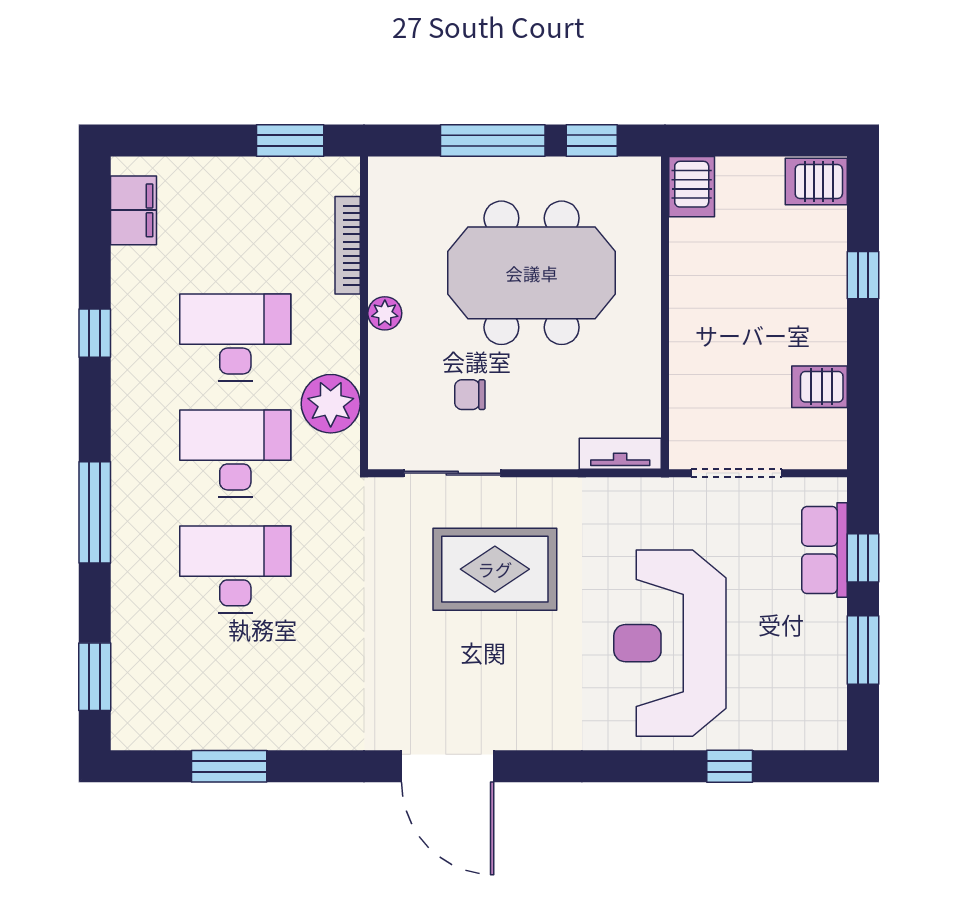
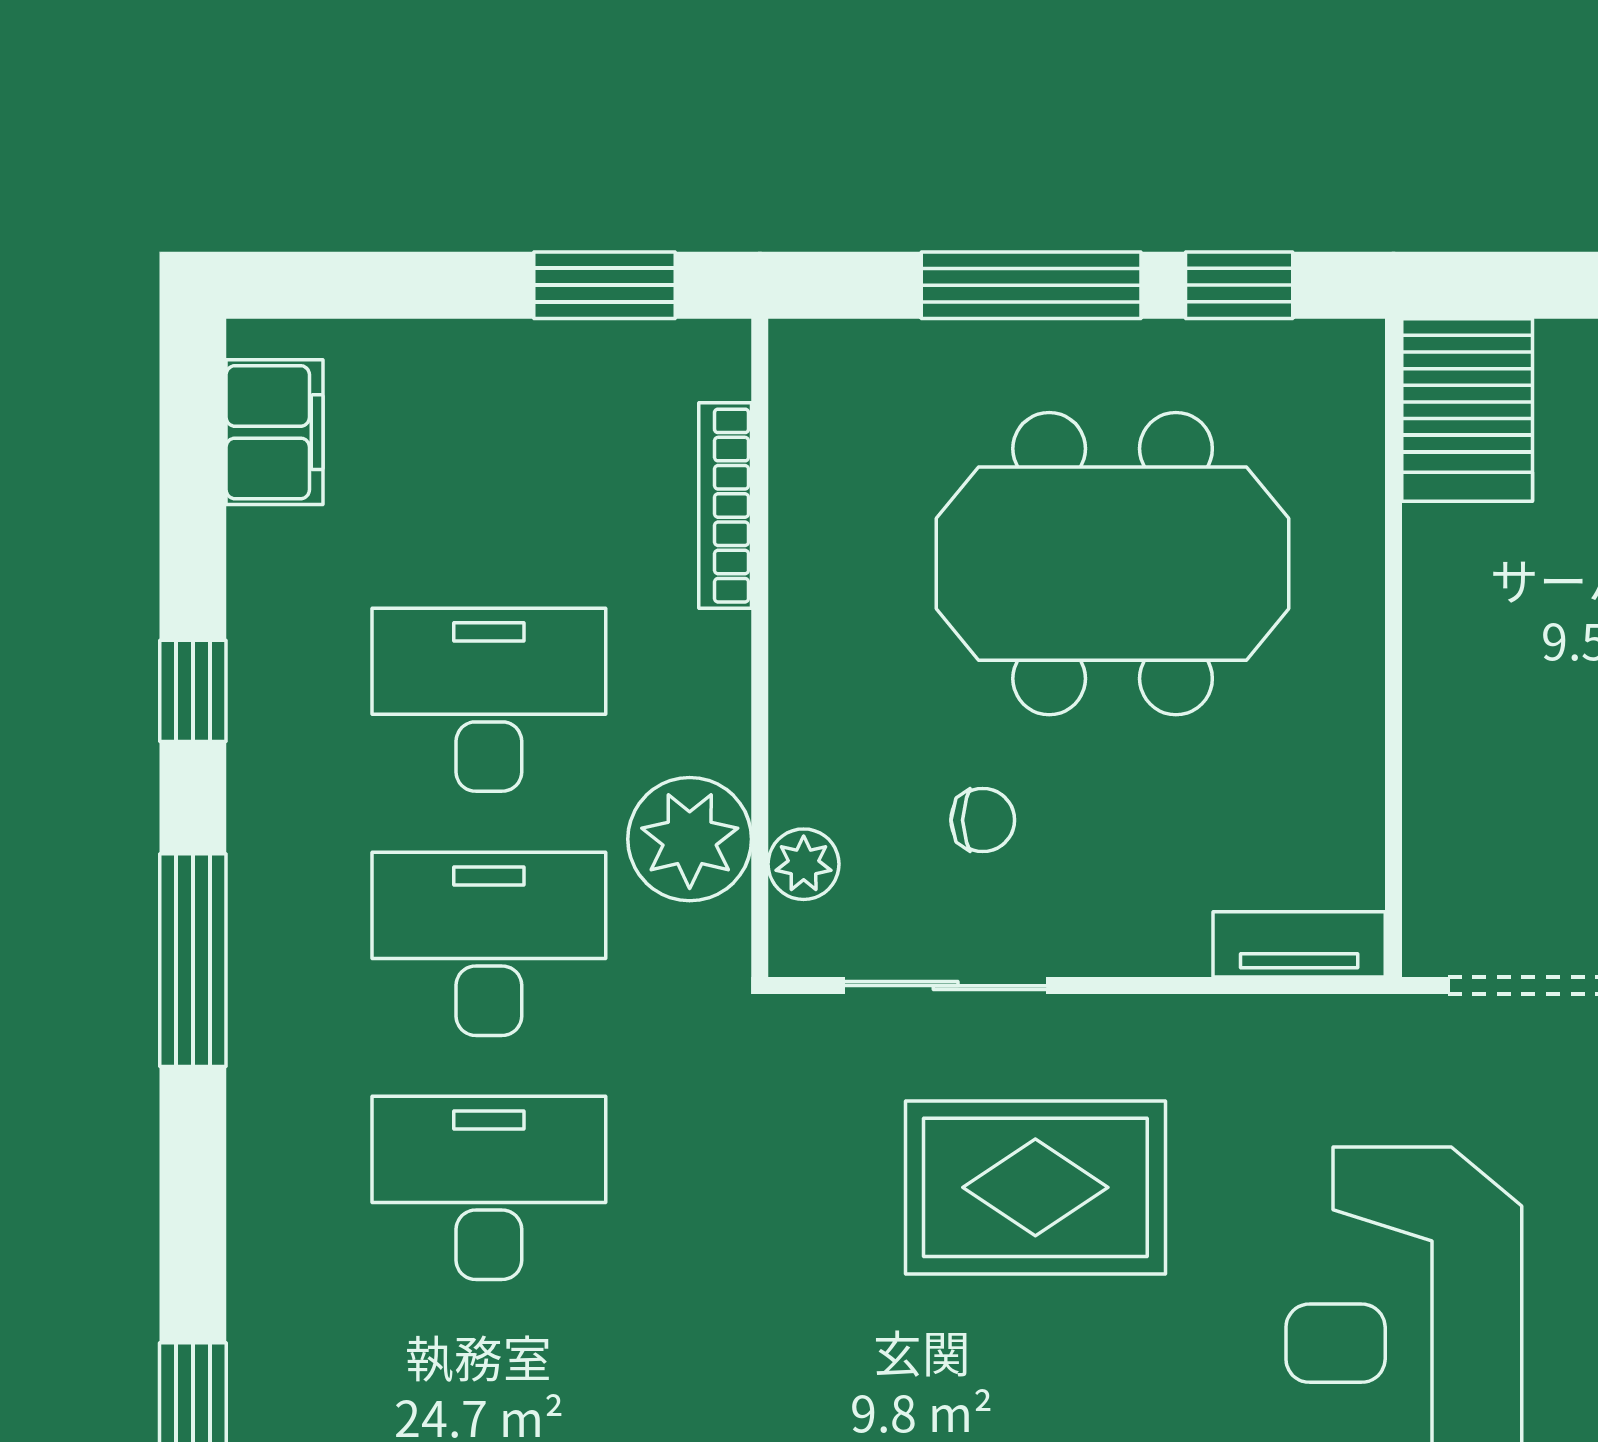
server rack: (692, 187) -> (1467, 410), width x1.36, depth x1.44
plant: (385, 313) -> (804, 864), moved
chair: (470, 395) -> (983, 820), turned 180
window: (95, 512) -> (193, 960), moved

